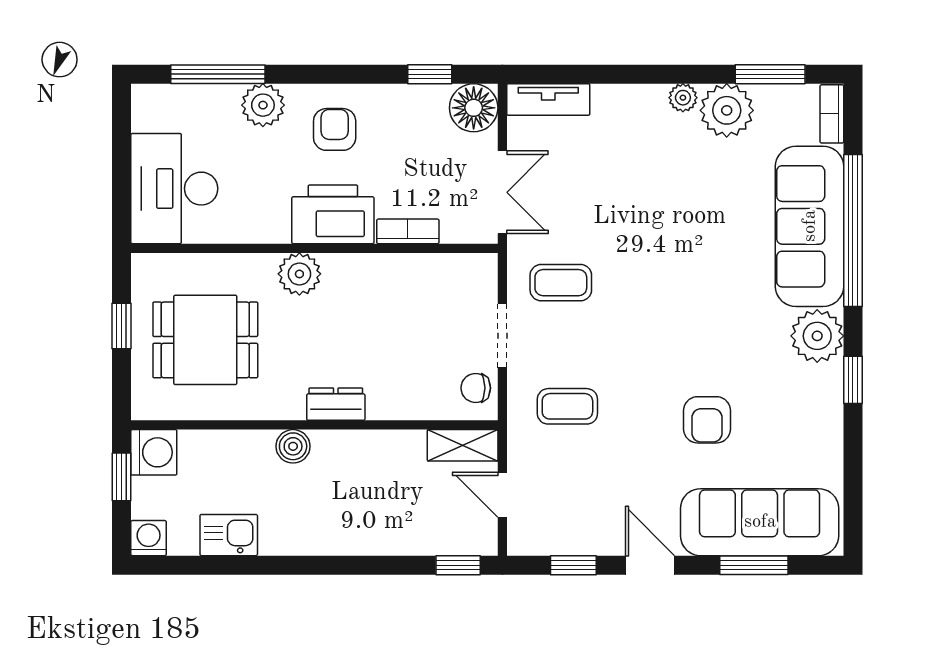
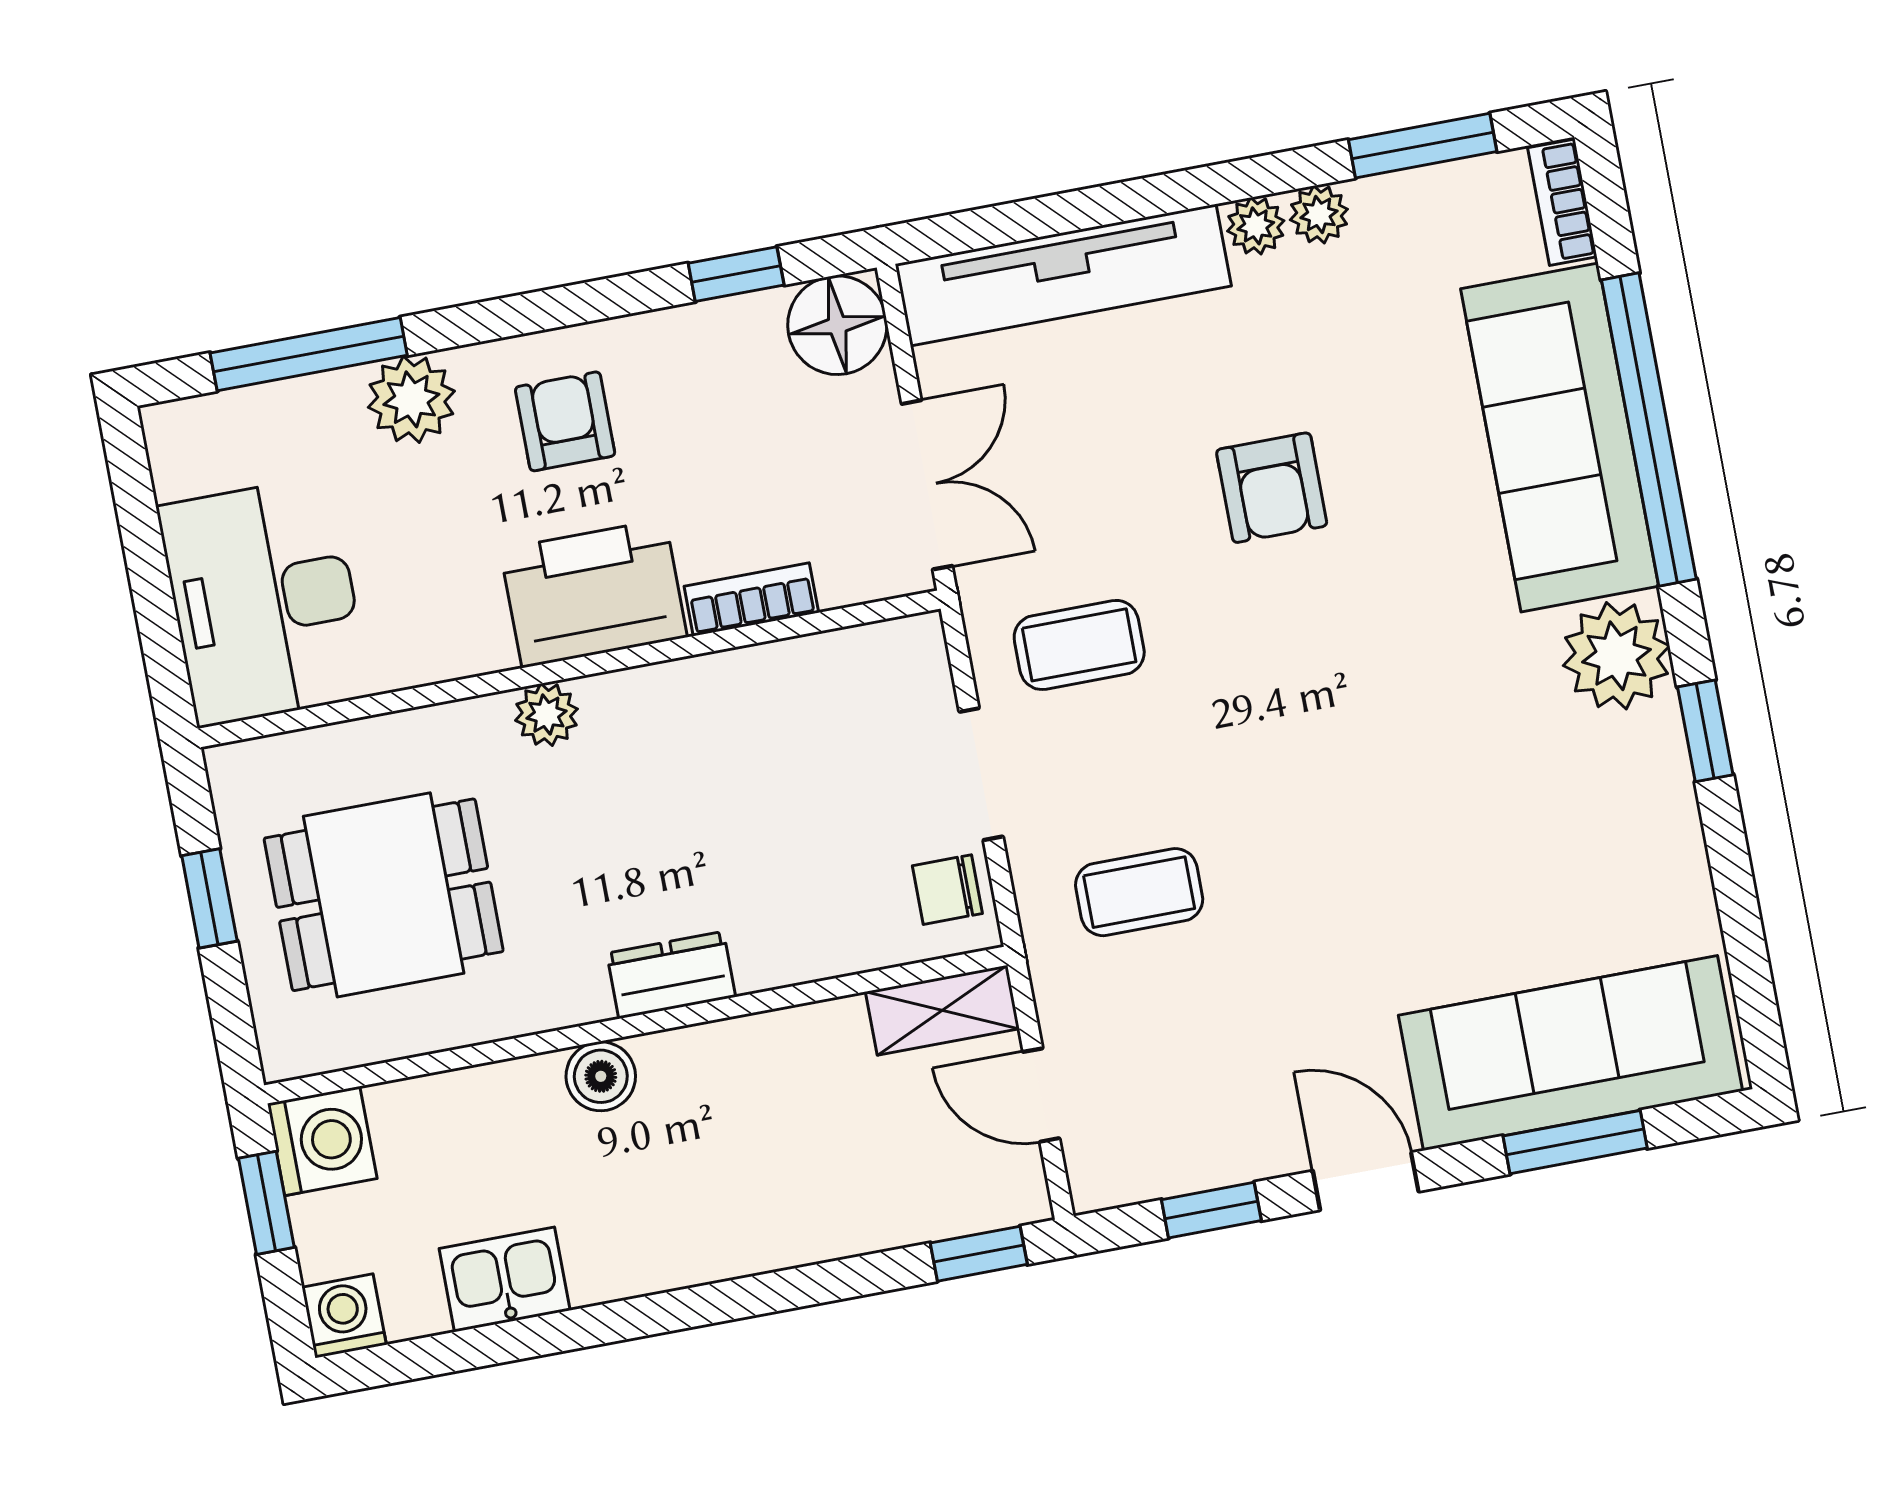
tv unit: (548, 99) -> (1063, 275), width x1.92, depth x1.29
plant: (727, 110) -> (1319, 214), width x0.53, depth x0.53
plant: (299, 274) -> (546, 715), width x0.73, depth x0.73
armchair: (707, 420) -> (1272, 488), moved

